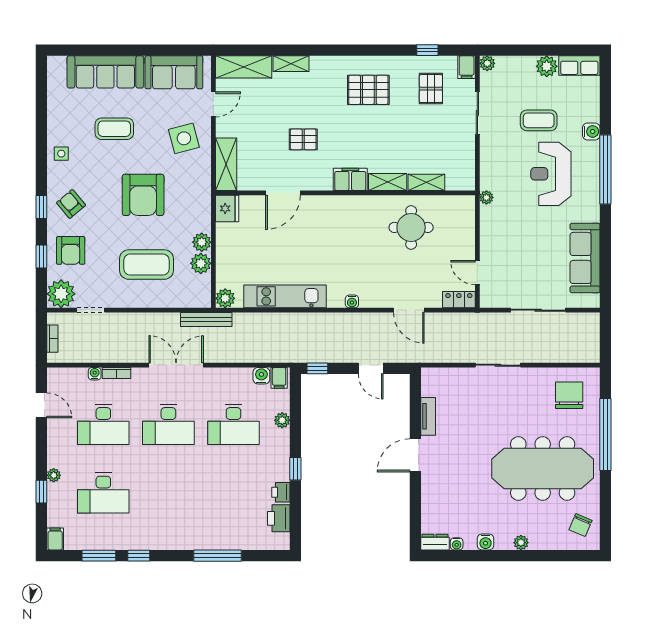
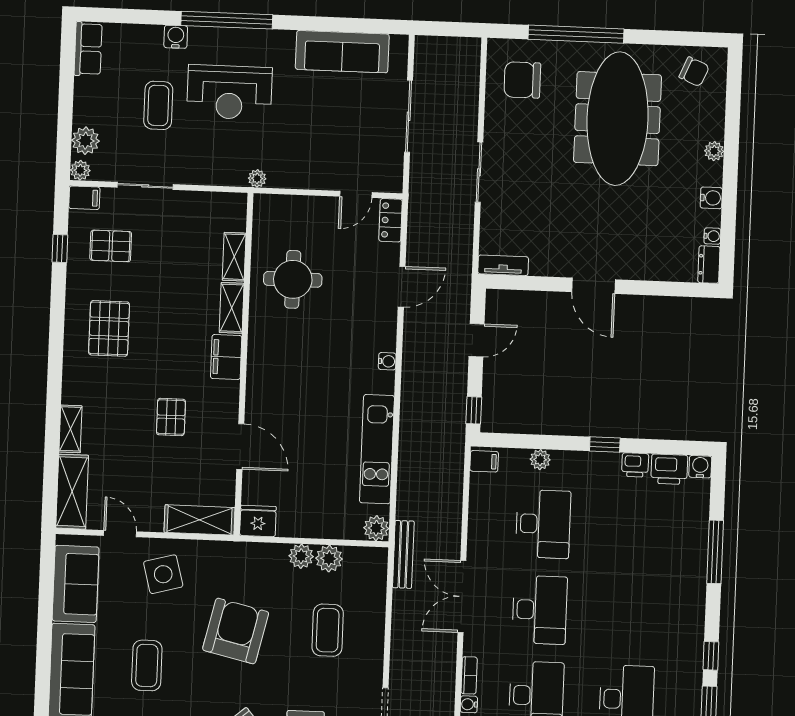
plant: (547, 66) -> (85, 141), moved
armchair: (143, 195) -> (236, 631), turned -77
coffee table: (147, 265) -> (328, 630), width x0.73, depth x0.76
water cooler: (261, 376) -> (700, 467), moved, turned 90
tv unit: (428, 416) -> (503, 265), moved

